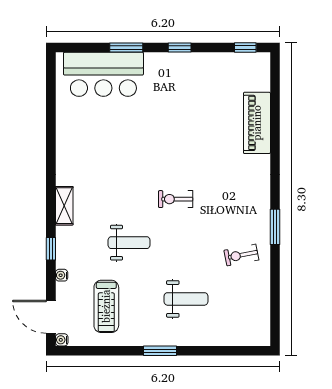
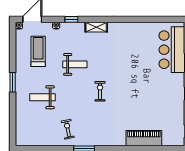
weight bench: (129, 243) -> (75, 64), turned -90
weight bench: (186, 299) -> (42, 97), turned 90
treadmill: (106, 306) -> (38, 51), turned 90

